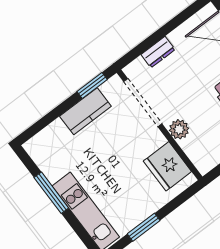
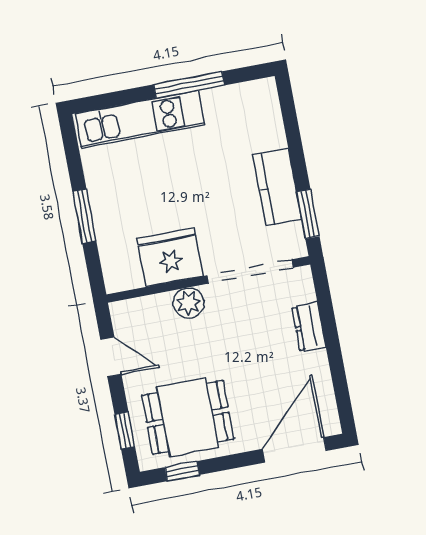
fridge: (167, 166) -> (170, 257), moved
window: (144, 227) -> (84, 216), moved

